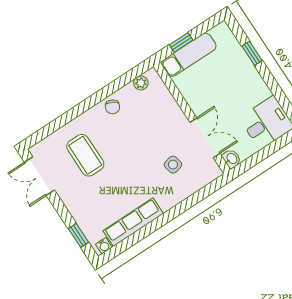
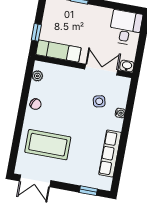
exam couch: (189, 55) -> (58, 51), moved, turned -90
coffee table: (85, 155) -> (48, 145), width x1.36, depth x1.32
water cooler: (104, 246) -> (120, 113), moved

